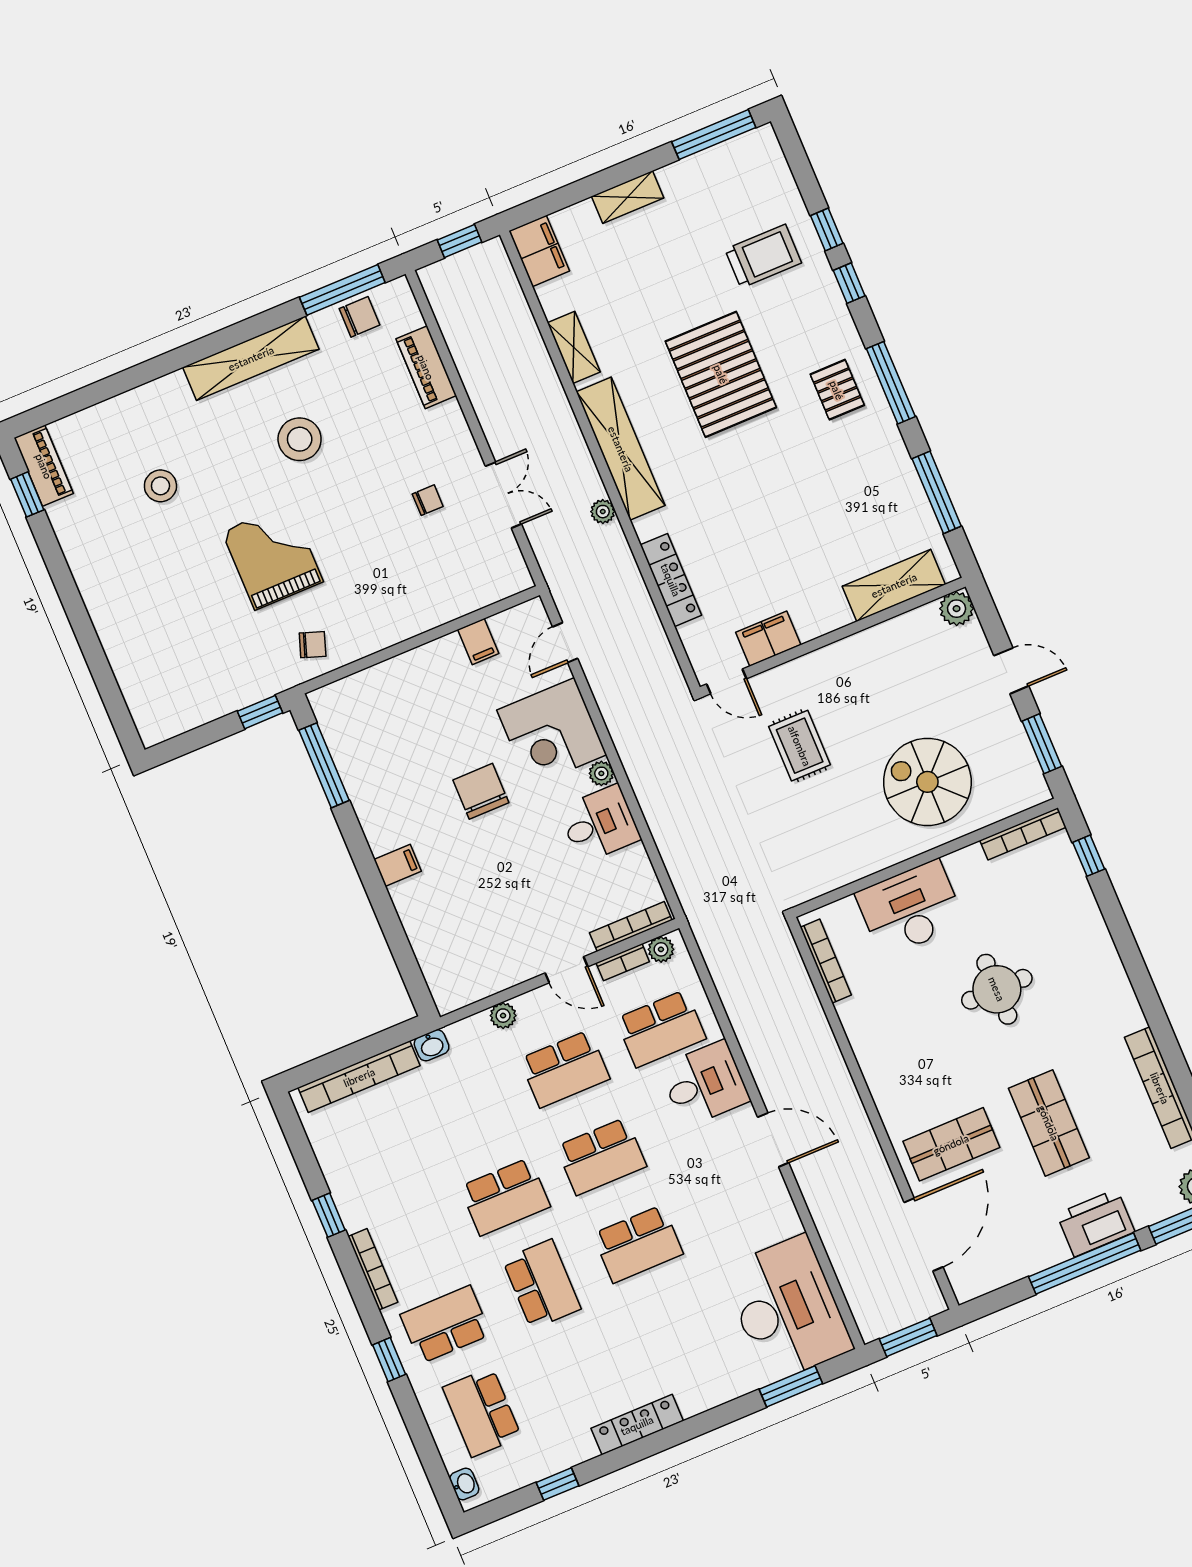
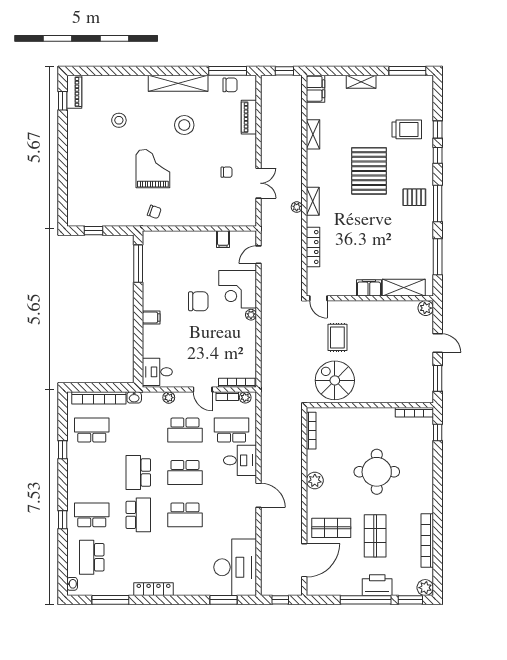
pallet: (837, 390) -> (414, 197), turned 90
shelving: (621, 449) -> (313, 201), width x0.45, depth x0.75
filing cabinet: (768, 639) -> (369, 288), moved
window: (260, 712) -> (93, 231), moved
spiral stairs: (927, 782) -> (335, 380), moved
chair: (481, 791) -> (198, 301), turned 90
desk: (600, 824) -> (157, 372), moved, turned 180
desk: (910, 909) -> (355, 424), removed
round table: (997, 989) -> (377, 472), width x1.36, depth x1.36
school desk: (661, 1029) -> (232, 430), turned 180
plant: (876, 1061) -> (315, 481), added
school desk: (372, 1149) -> (92, 430), added
school desk: (505, 1197) -> (138, 472), turned 90
bookcase: (373, 1269) -> (71, 480), removed
window: (908, 1337) -> (280, 600), width x0.67
window: (557, 1484) -> (110, 600), width x2.17

